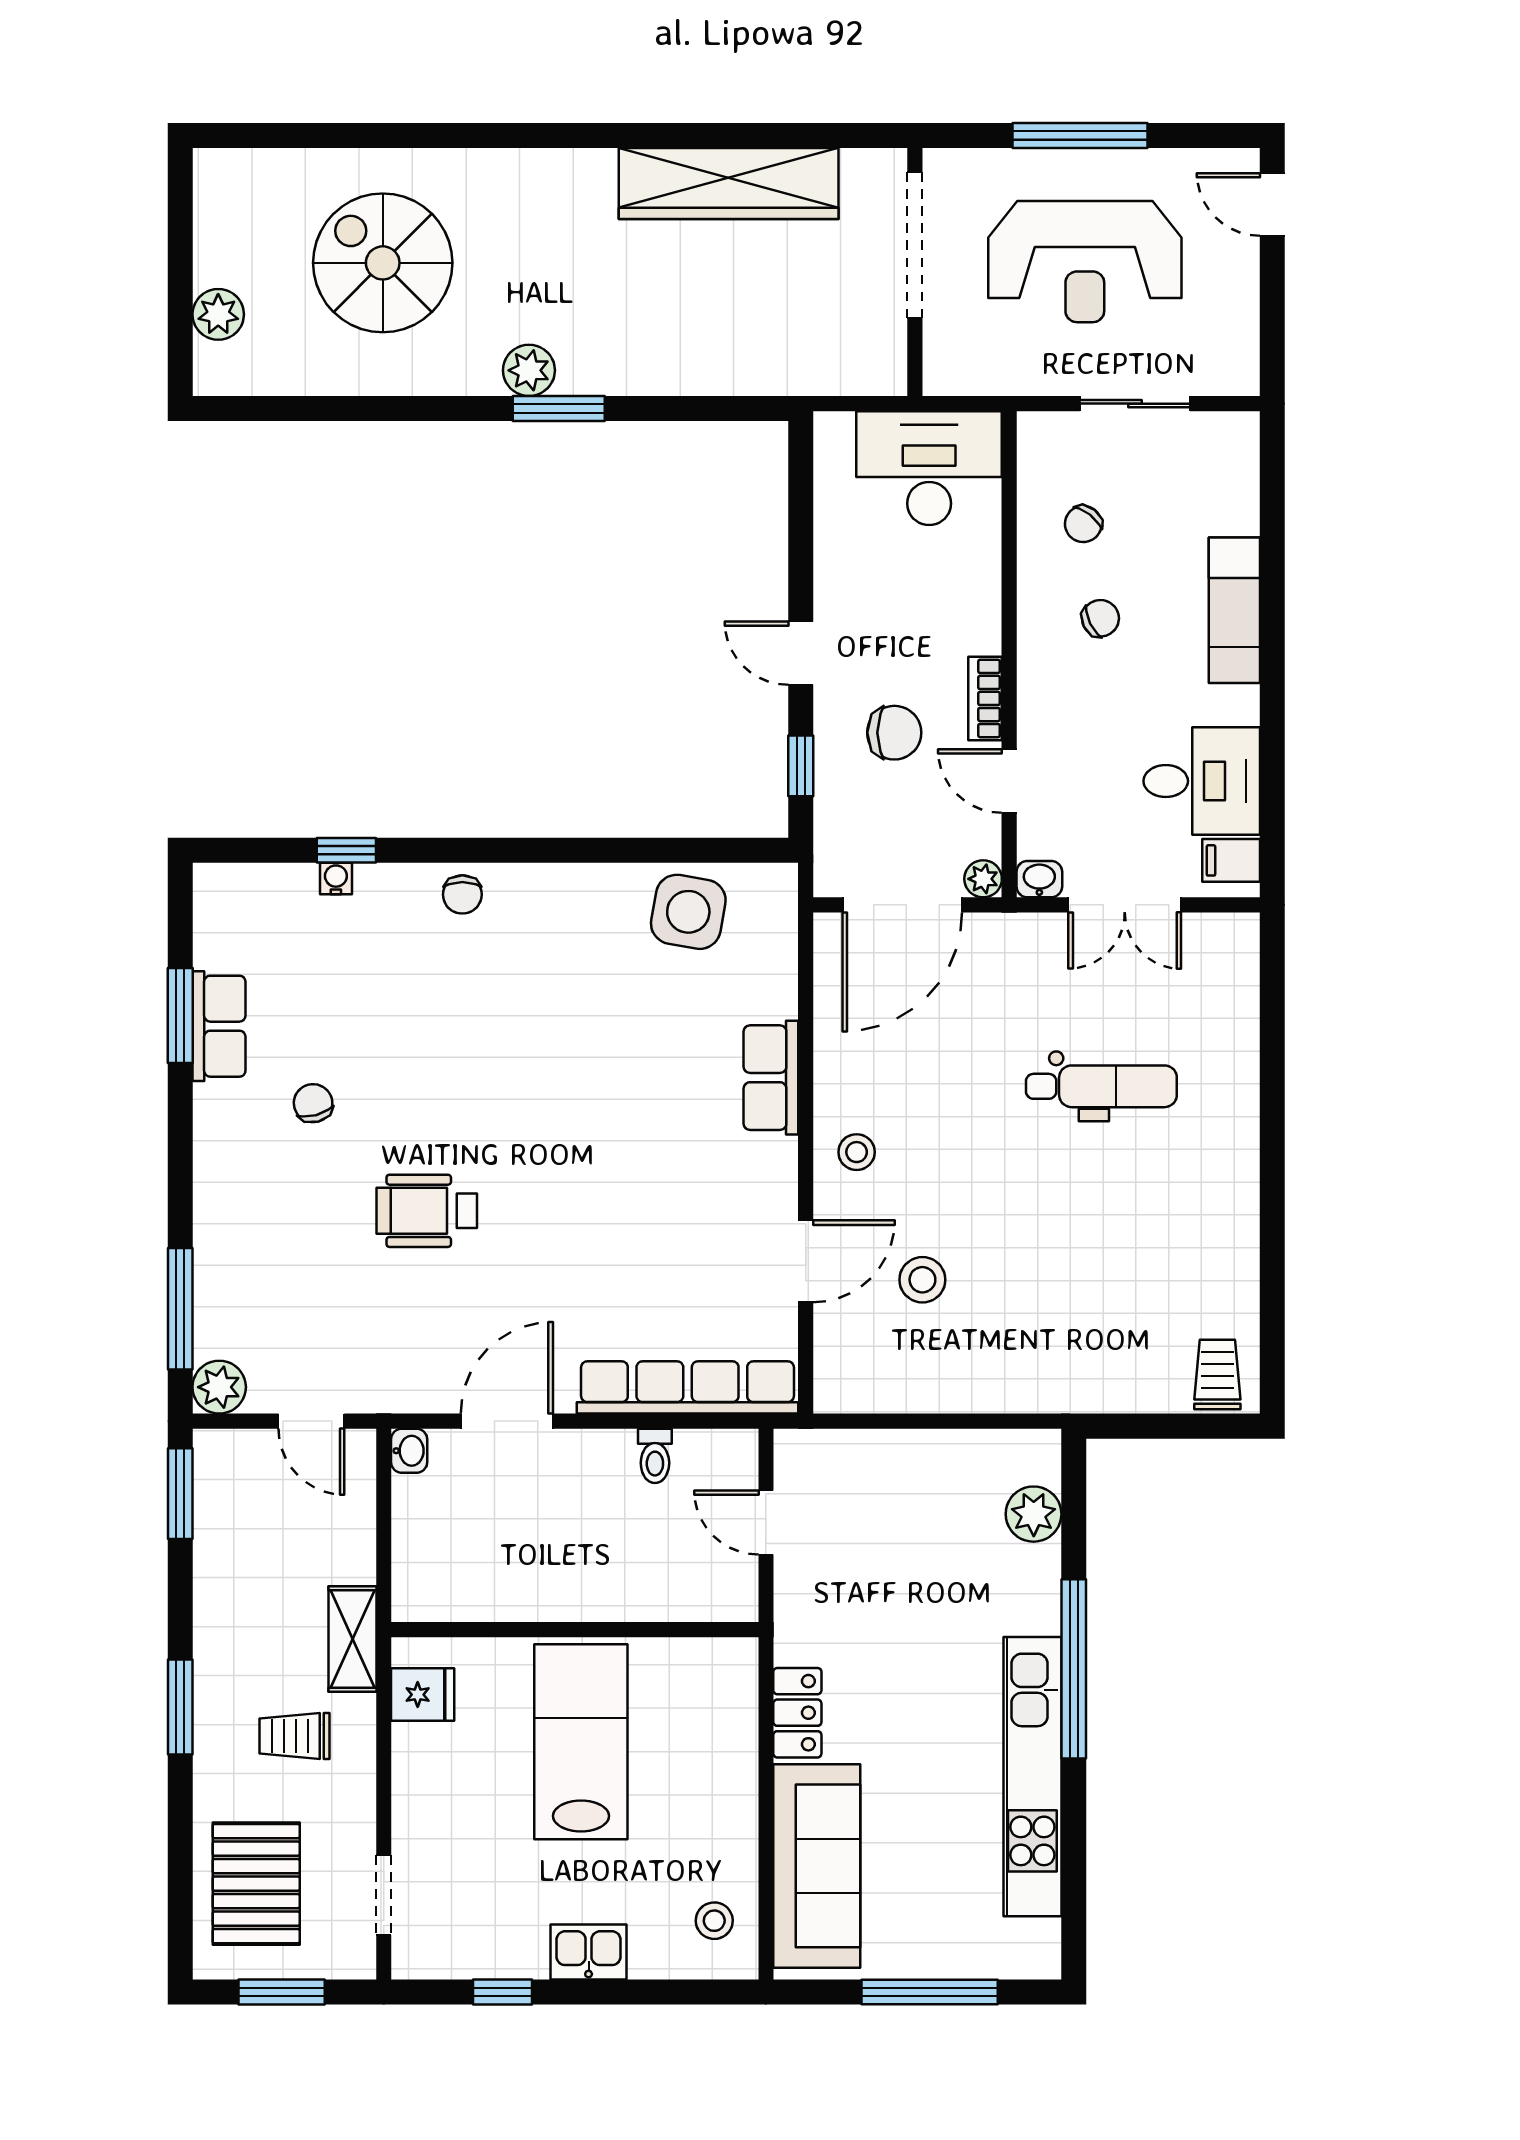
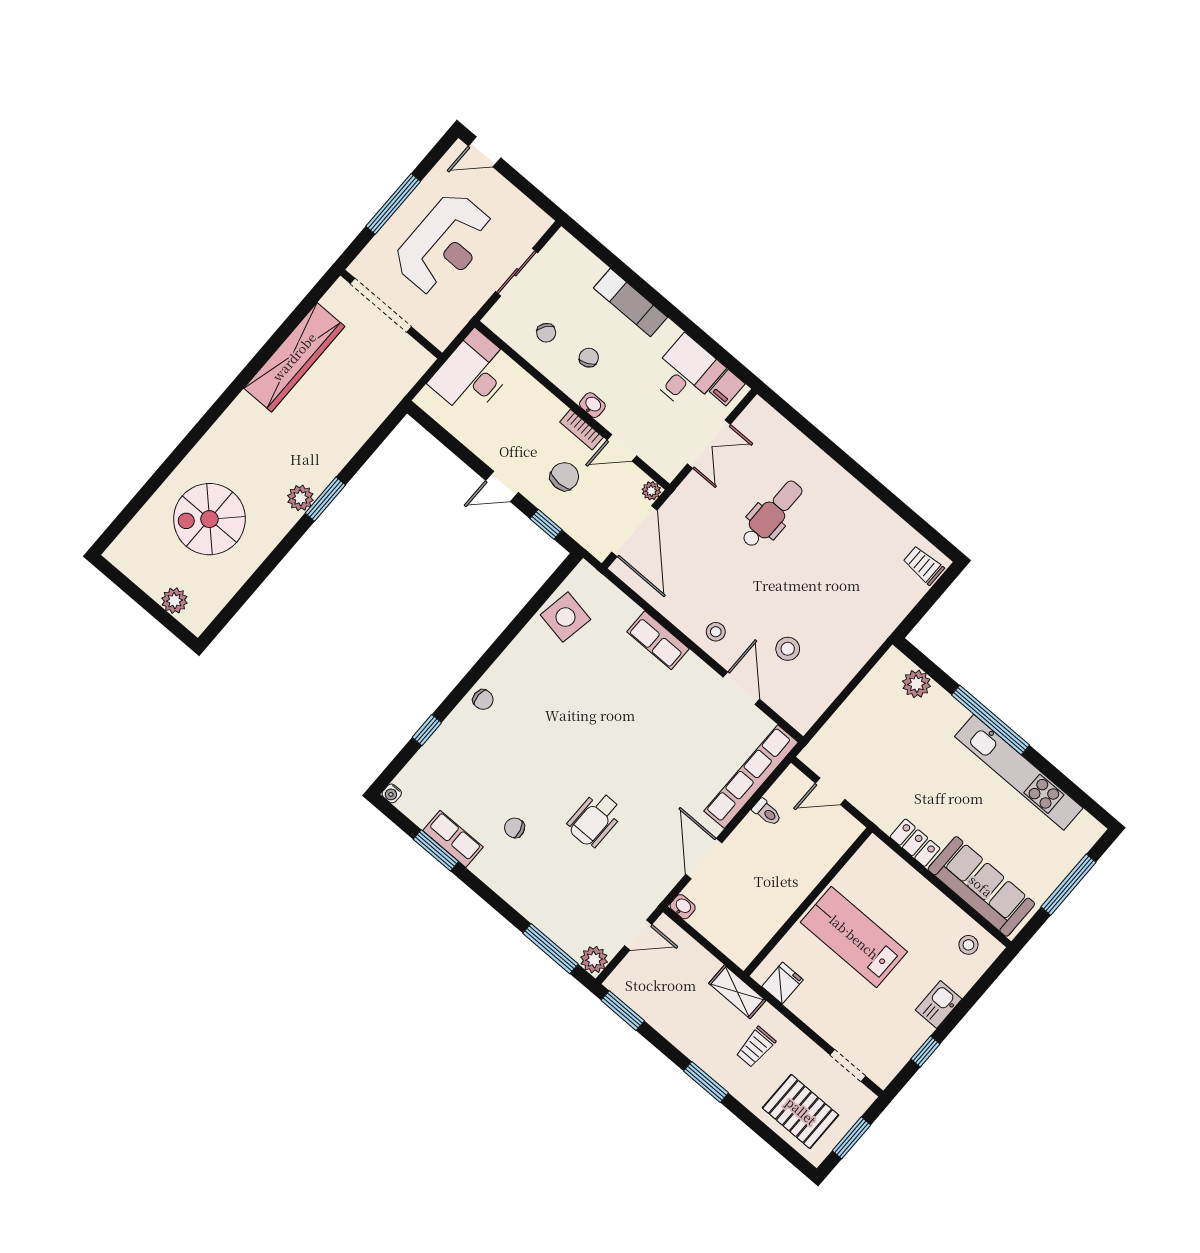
water cooler: (336, 879) -> (392, 793), moved, turned -90
washbasin: (1039, 879) -> (592, 405), moved, turned 90

